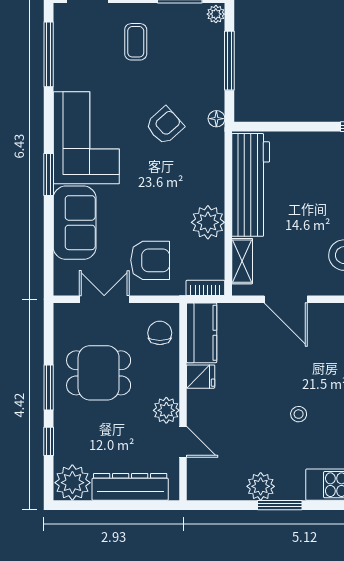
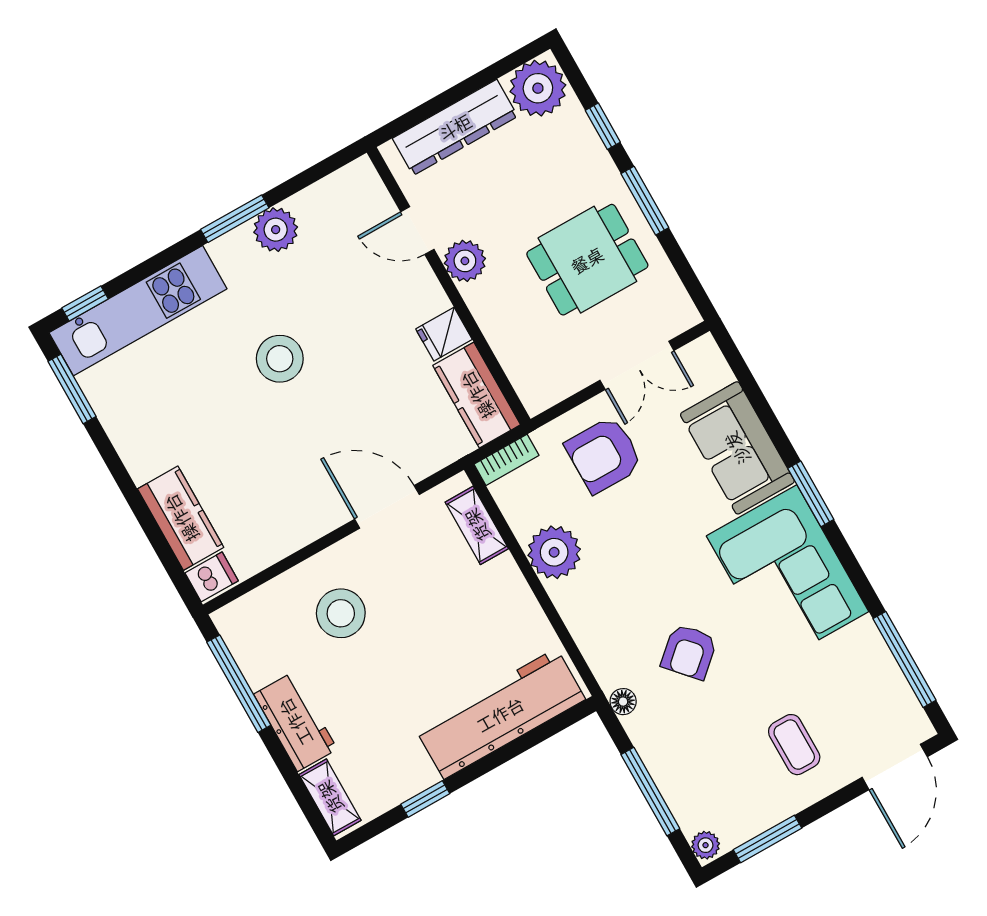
workbench: (251, 185) -> (500, 714), moved, turned 90
chair: (160, 333) -> (534, 362), removed
stool: (299, 414) -> (280, 359), width x1.89, depth x1.89

